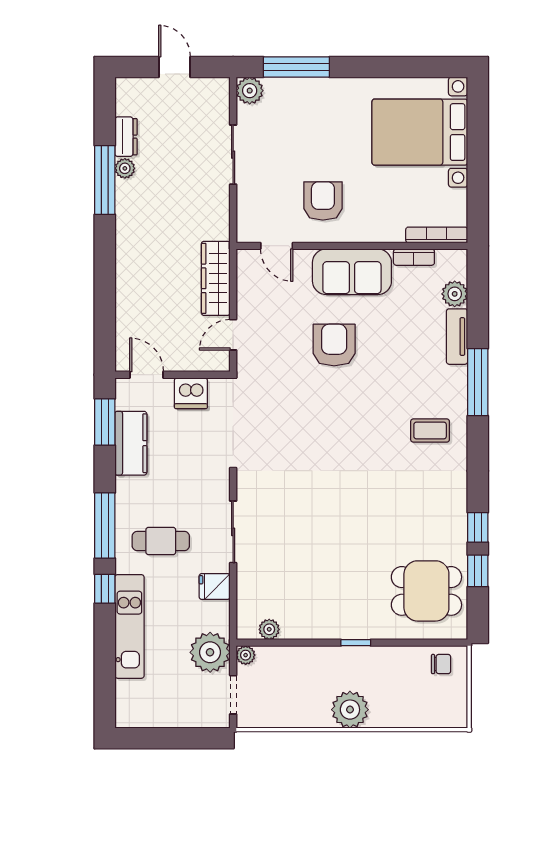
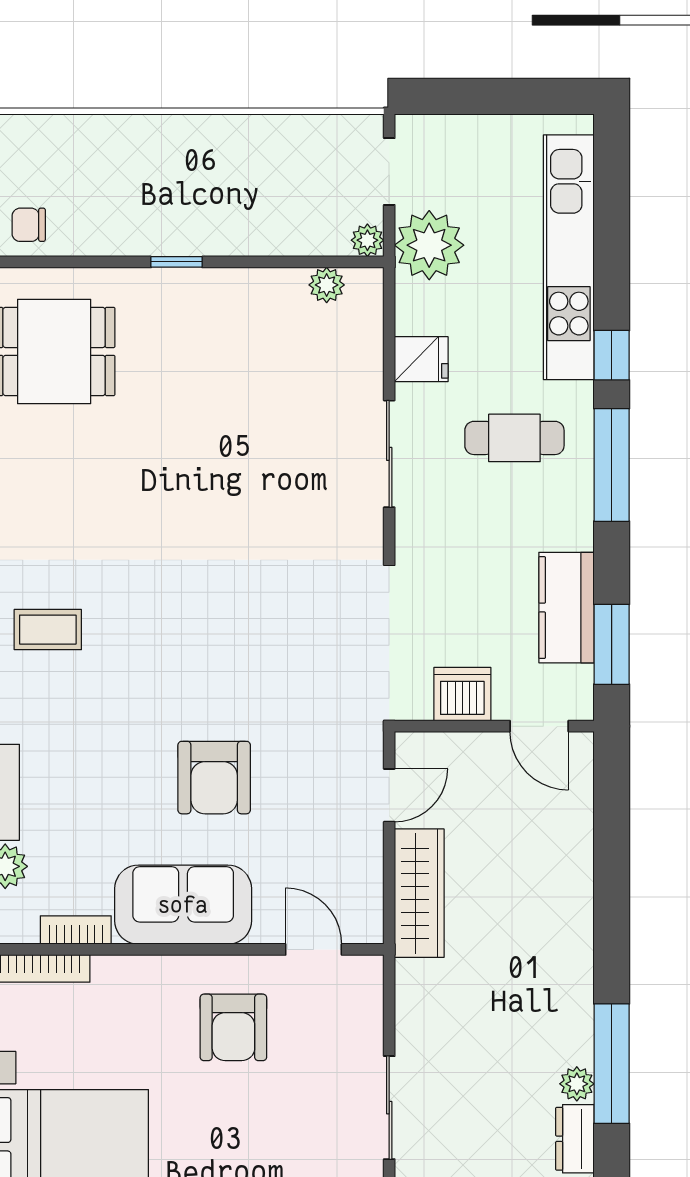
kitchen unit: (129, 626) -> (569, 257), width x1.36
plant: (350, 710) -> (187, 146), removed

